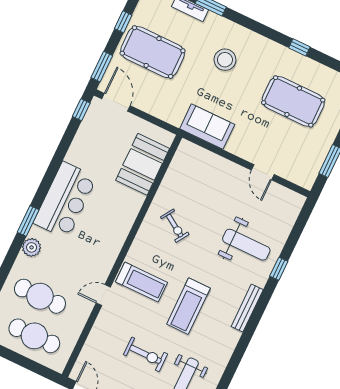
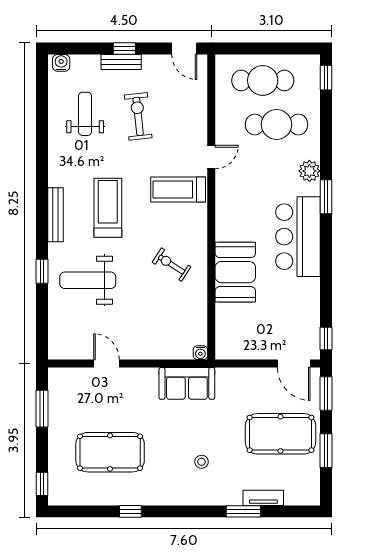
window: (123, 22) -> (326, 451), width x1.50
stool: (225, 60) -> (202, 462), width x0.53, depth x0.53
water cooler: (185, 146) -> (200, 353), added
booth: (143, 164) -> (235, 272), moved
treadmill: (188, 306) -> (108, 208), moved
exercise bike: (145, 354) -> (138, 116), turned 84

